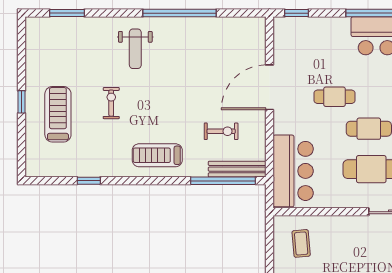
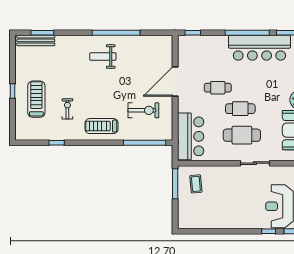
weight bench: (135, 49) -> (103, 57), moved, turned 90
exercise bike: (111, 103) -> (67, 109), moved
exercise bike: (221, 131) -> (143, 110), width x1.38, depth x1.39
bench: (237, 169) -> (36, 40), moved
window: (269, 243) -> (175, 184), added

